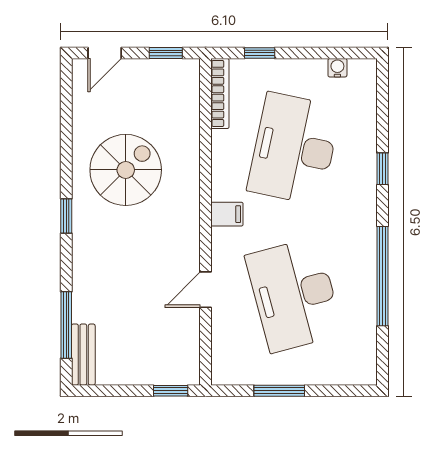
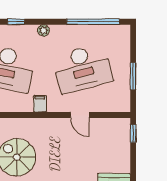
plant: (366, 221) -> (43, 30), added
window: (382, 276) -> (93, 22), moved

